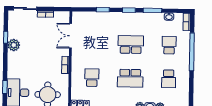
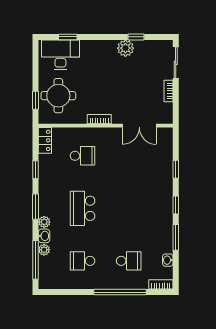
double door: (71, 36) -> (139, 126), swing flipped
school desk: (131, 44) -> (129, 208), removed

